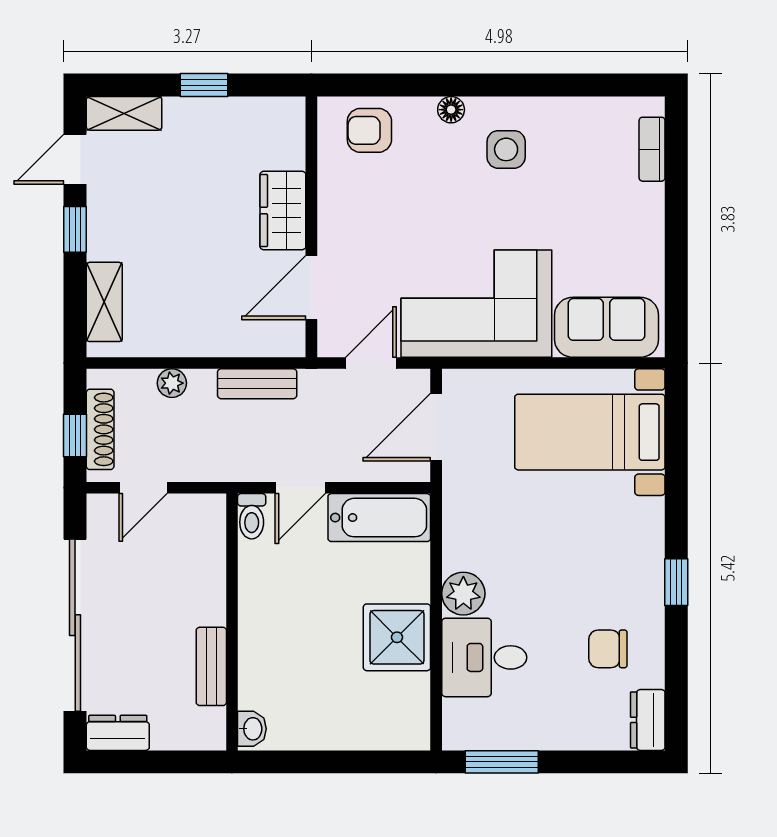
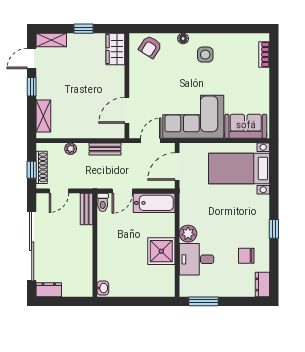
armchair: (369, 130) -> (150, 47), turned -58
wardrobe: (283, 211) -> (115, 49), moved
bench: (211, 666) -> (86, 209), moved

